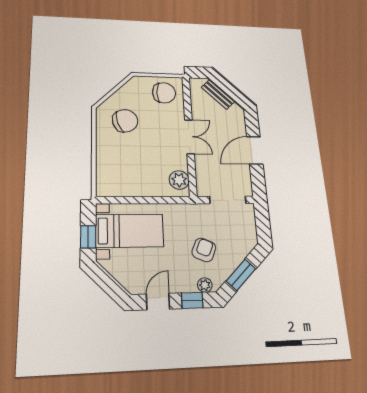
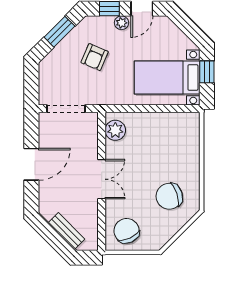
chair: (164, 93) -> (127, 231), turned 65
double door: (189, 137) -> (102, 179), swing flipped
plant: (205, 285) -> (121, 23), moved

